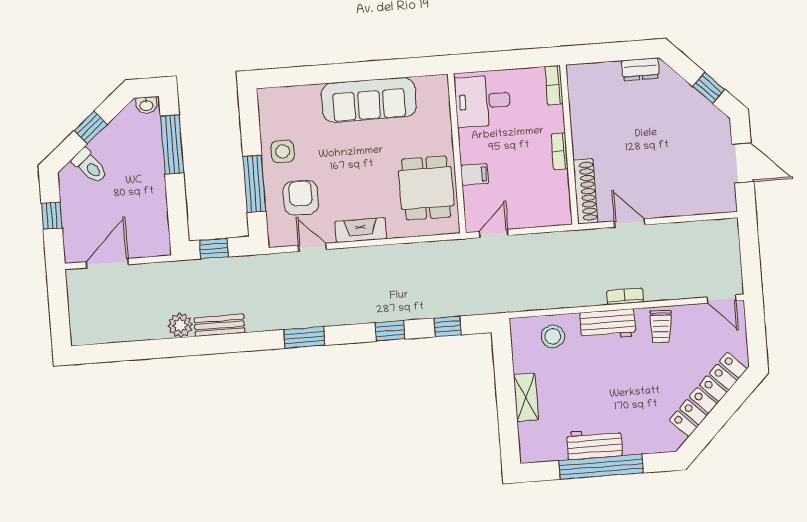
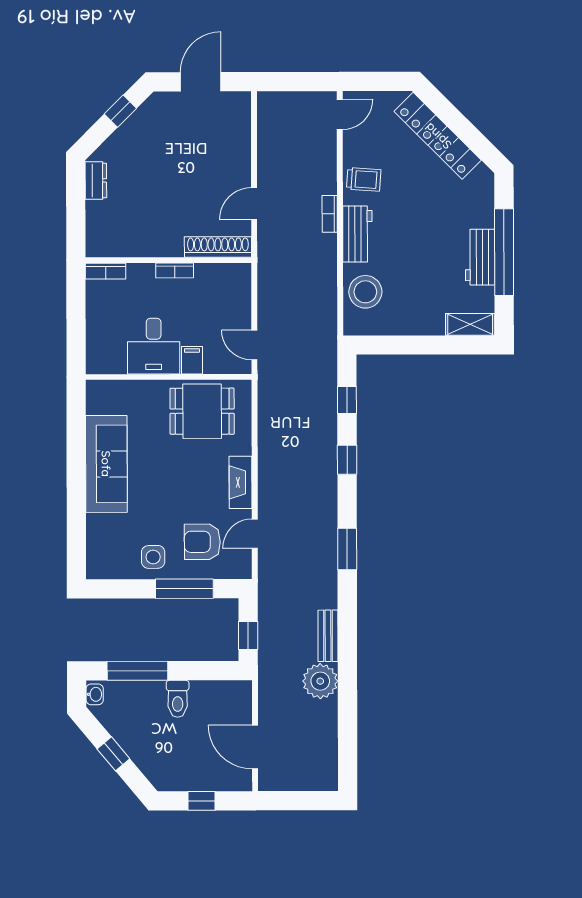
desk: (483, 101) -> (154, 346), moved
toilet: (90, 166) -> (178, 699), moved, turned 130
plant: (180, 325) -> (320, 681), width x1.36, depth x1.36
stool: (553, 336) -> (365, 292), width x1.38, depth x1.38
shelving: (526, 397) -> (470, 324), moved

